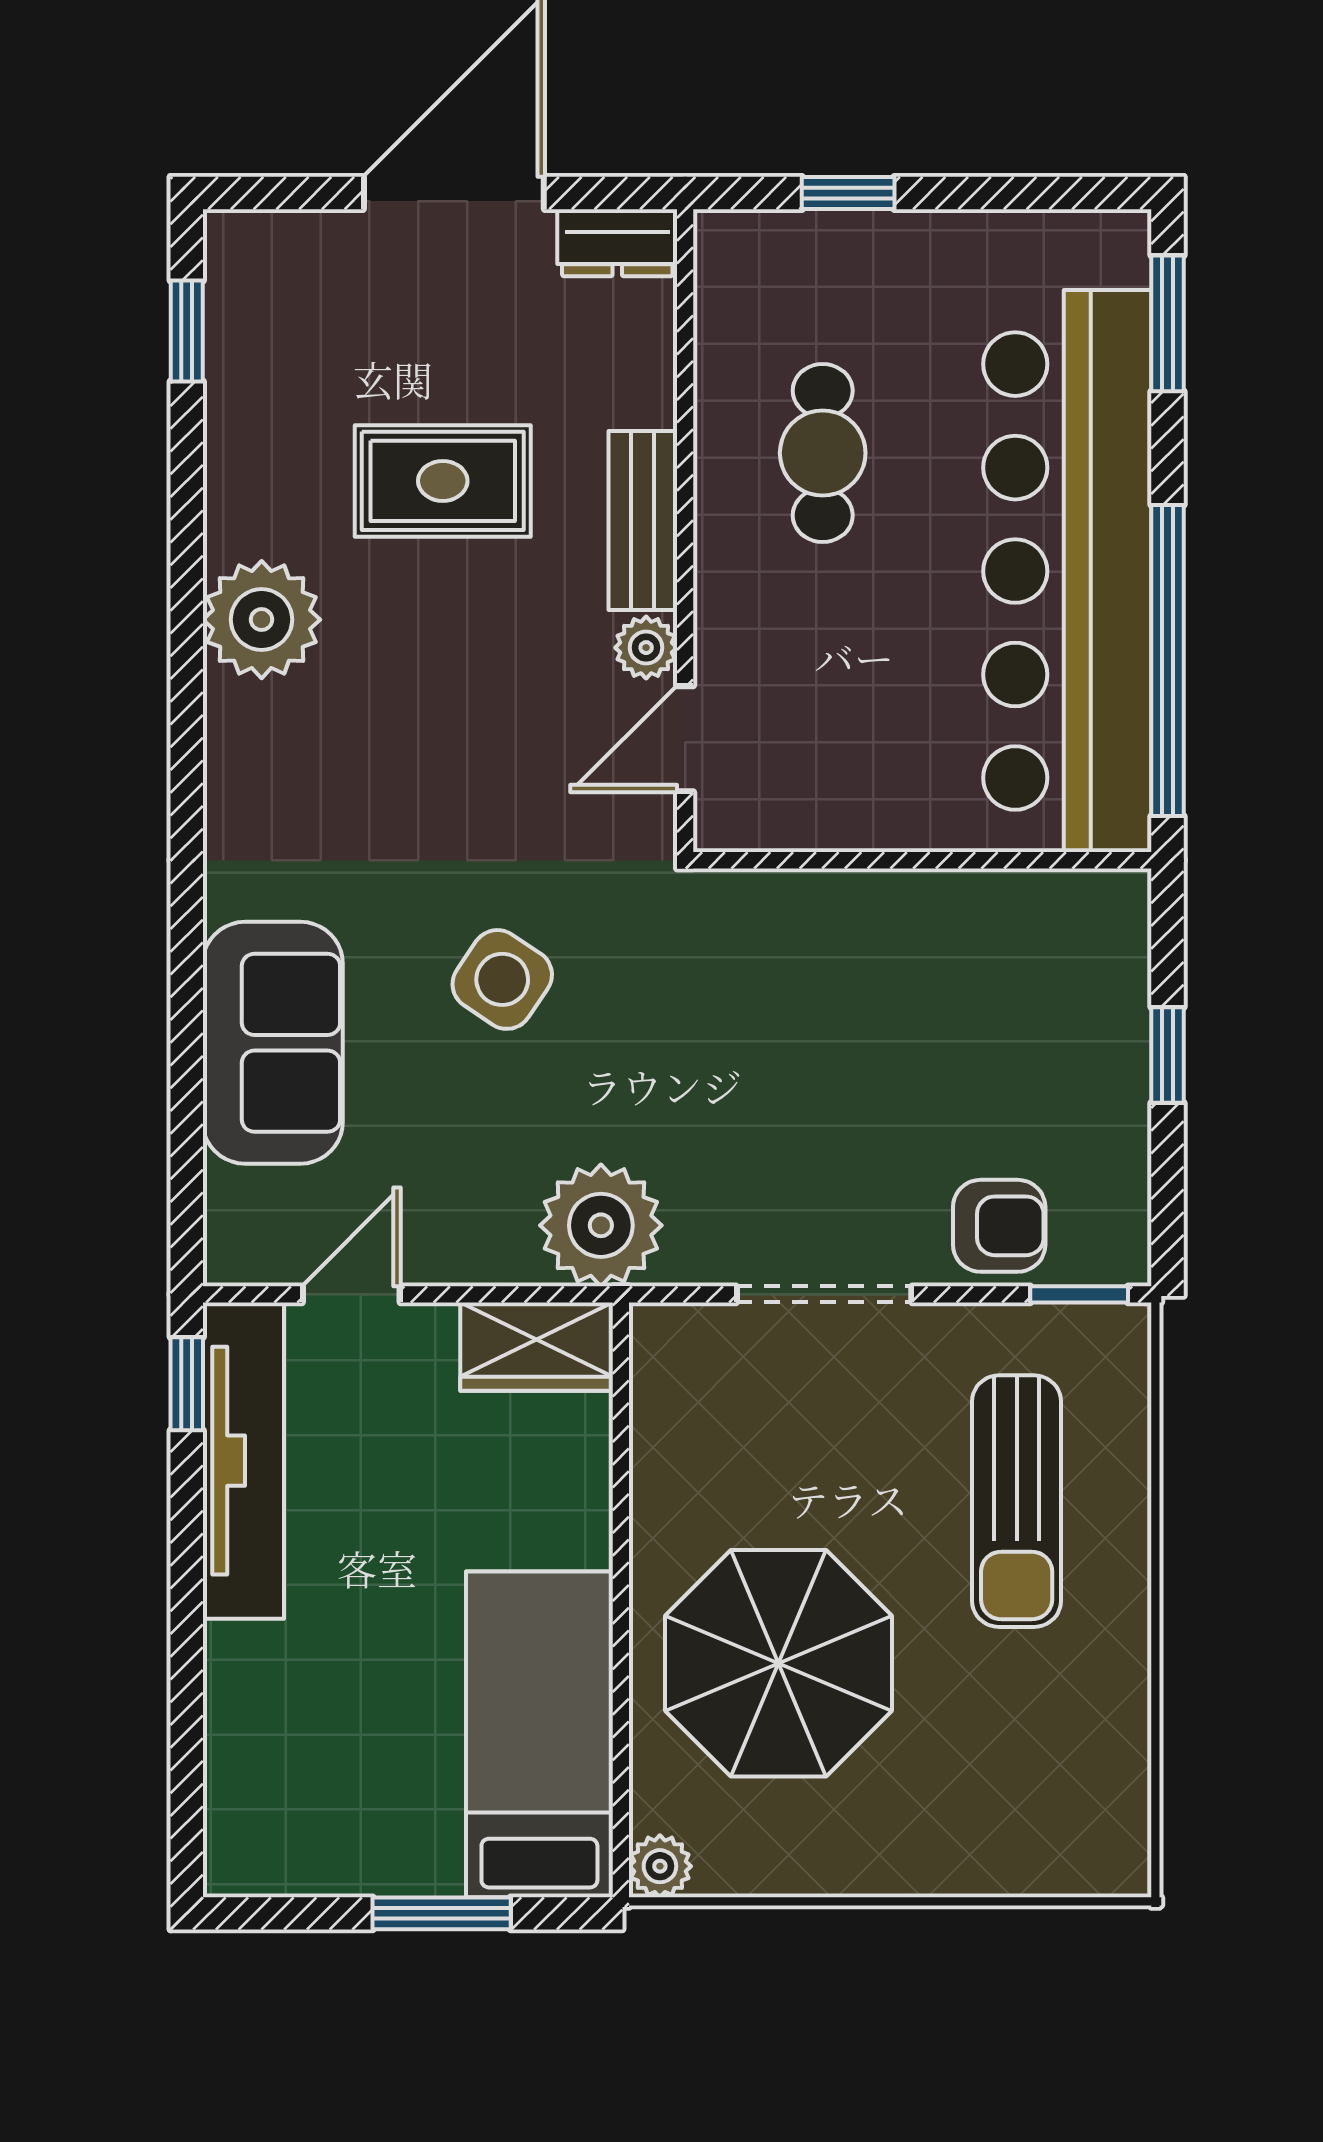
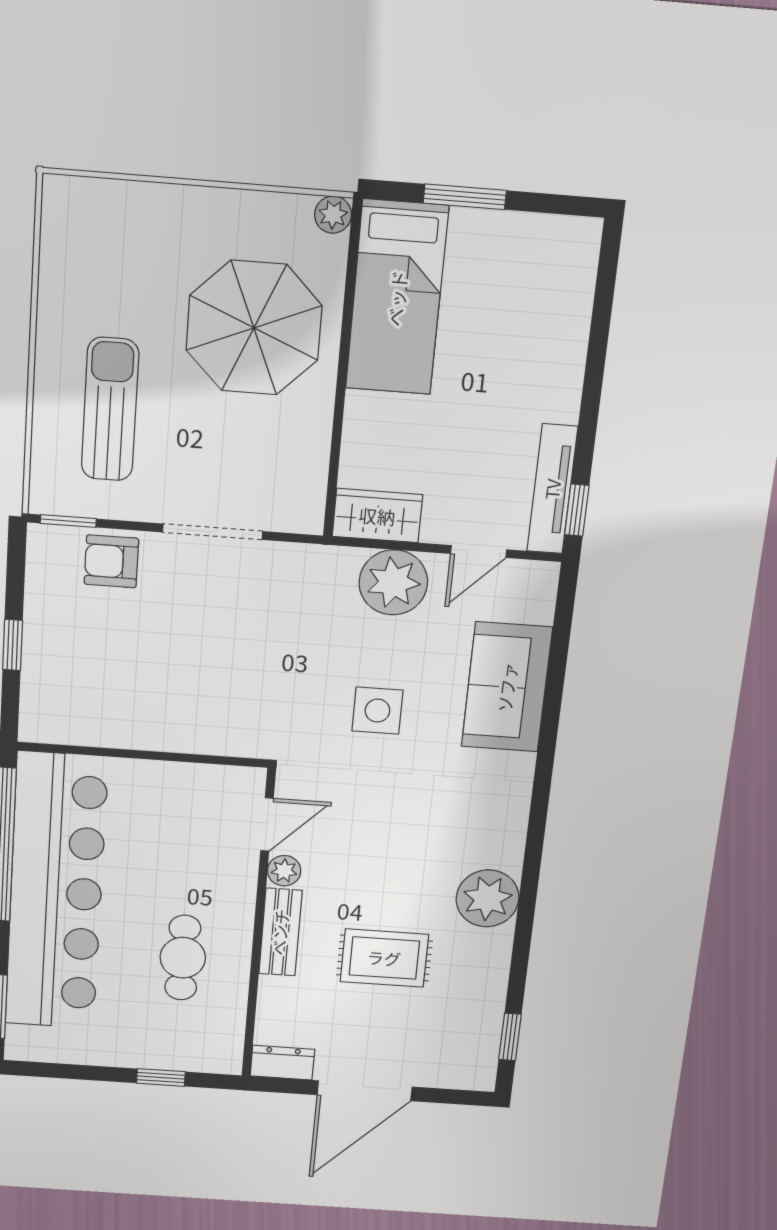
side table: (502, 979) -> (377, 711), turned -34
plant: (601, 1225) -> (393, 582), moved
tv unit: (243, 1461) -> (552, 489), width x0.73, depth x0.78

